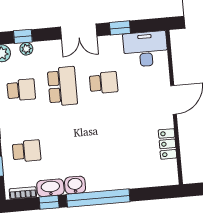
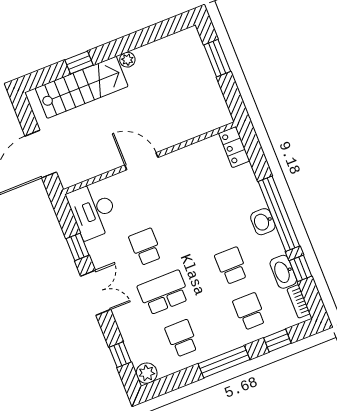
plant: (26, 49) -> (133, 346), removed
locker: (168, 144) -> (234, 147), moved, turned 90
school desk: (68, 147) -> (231, 266), added
washbasin: (75, 185) -> (263, 222), moved

